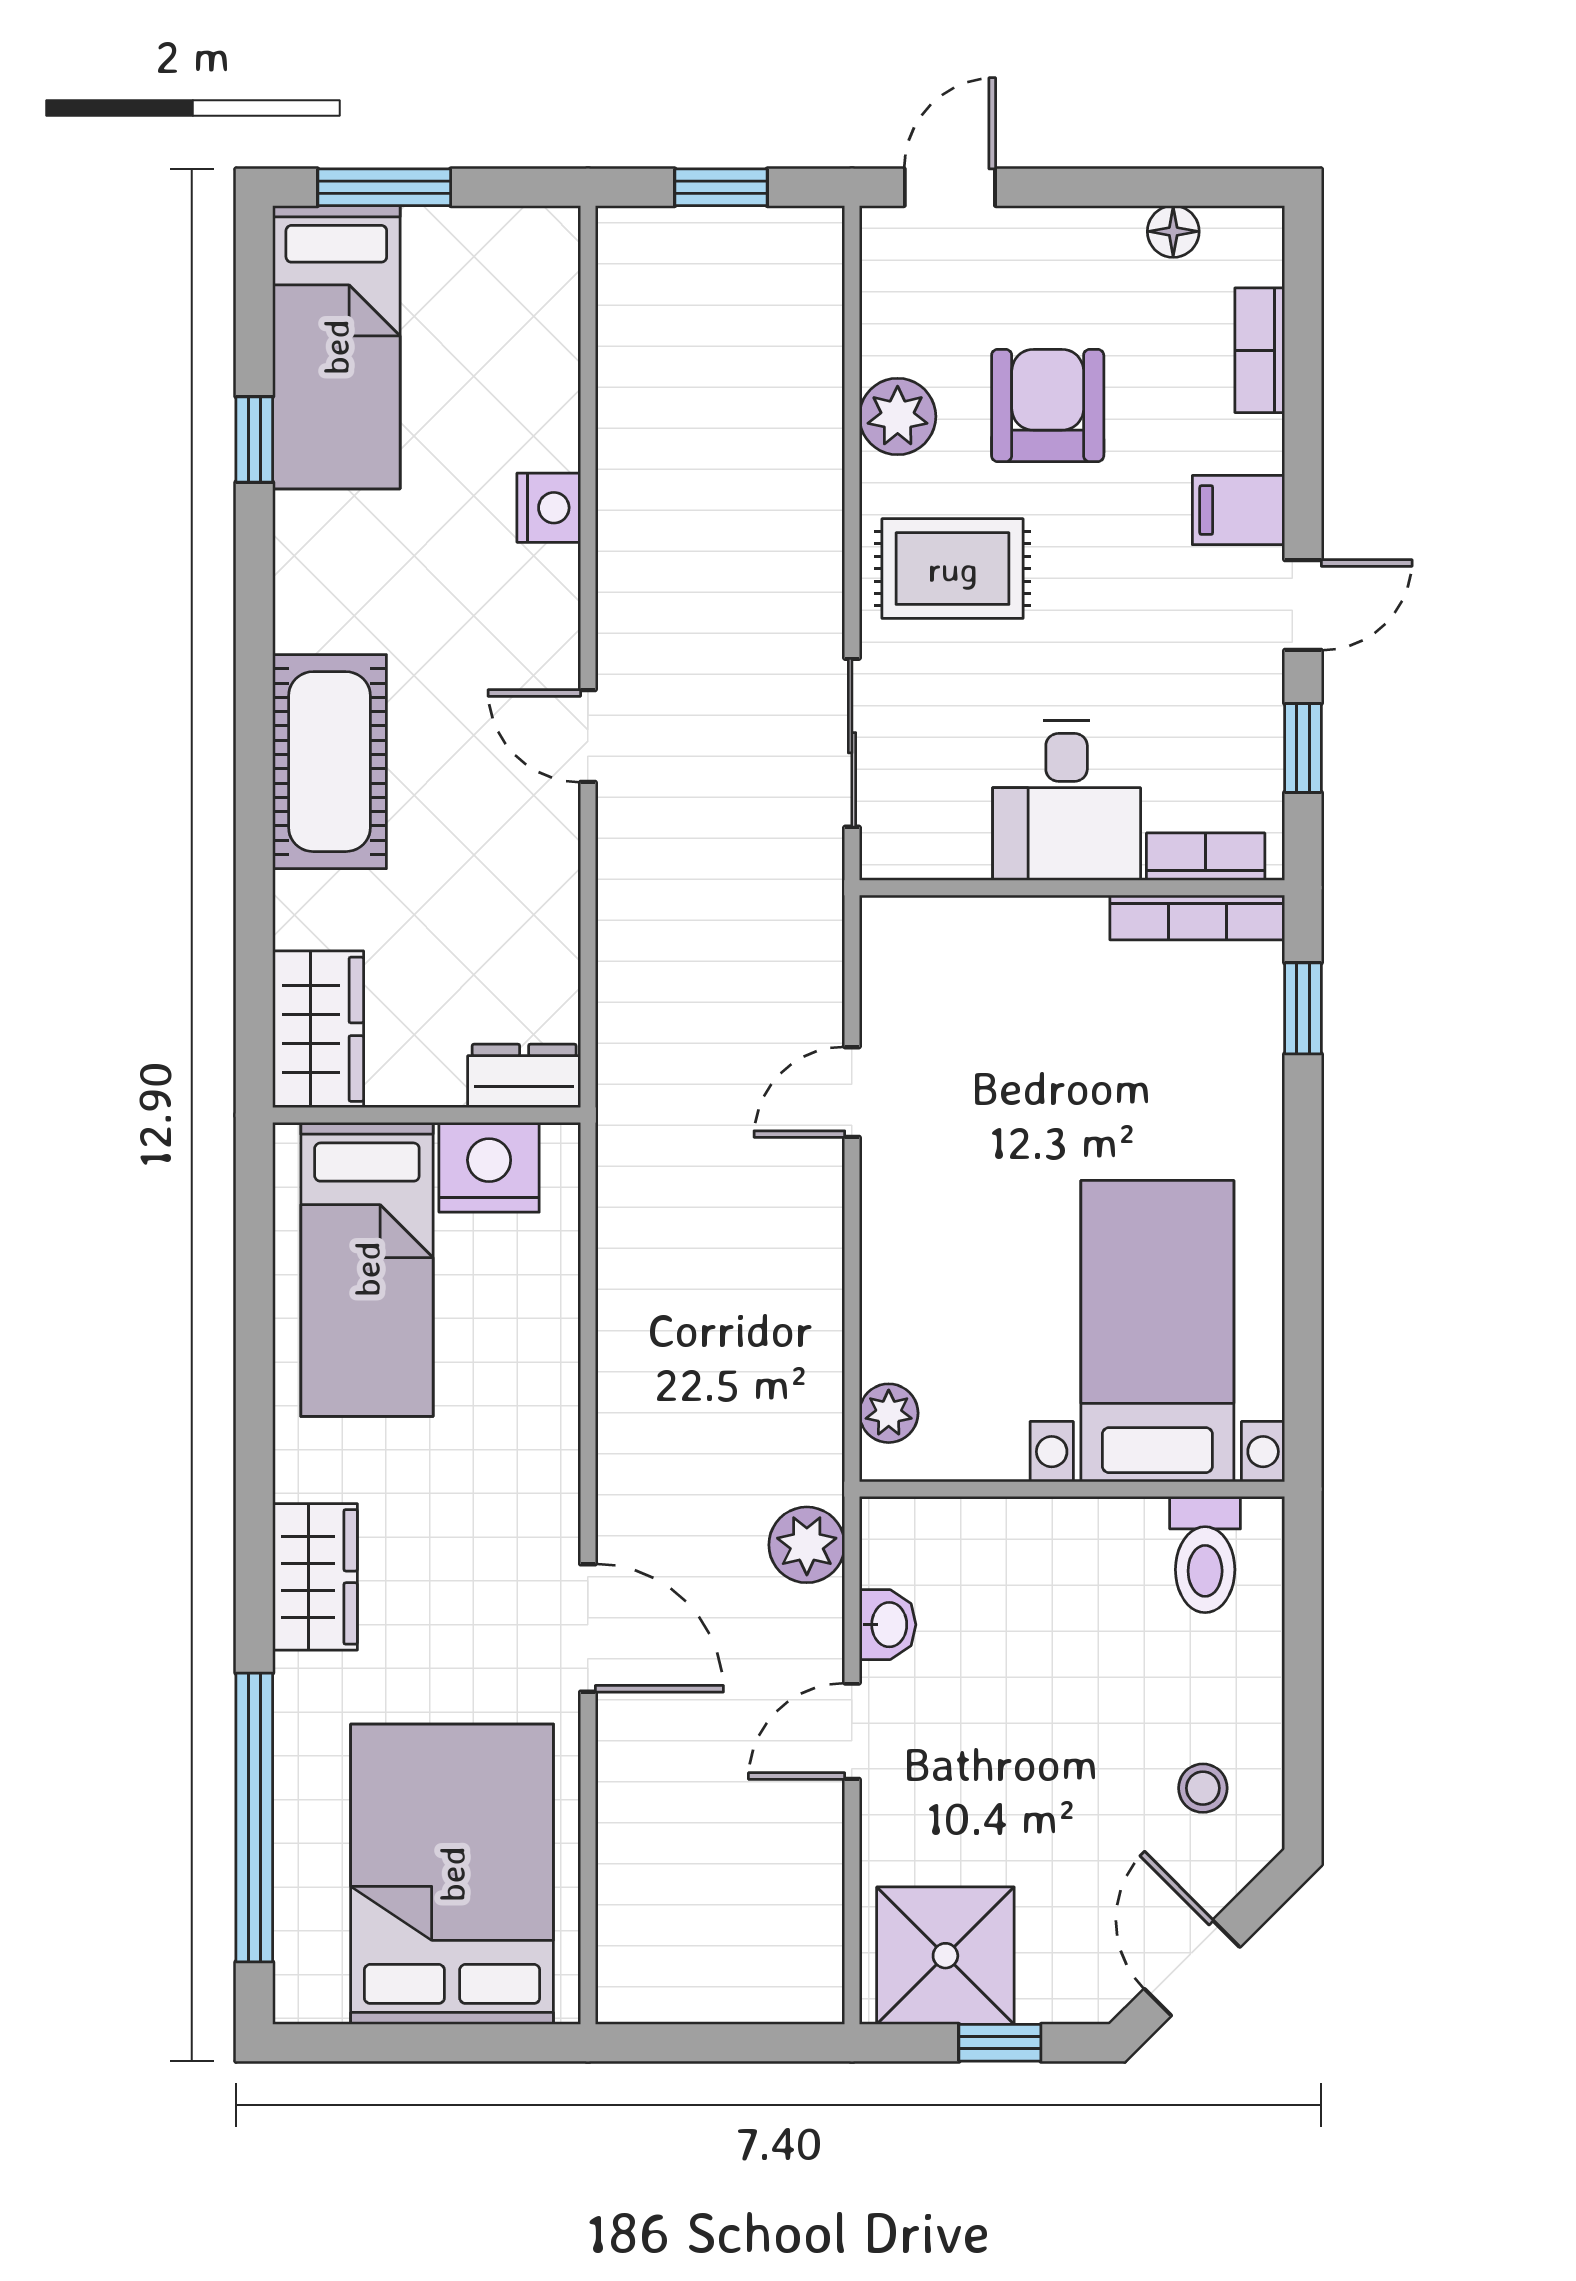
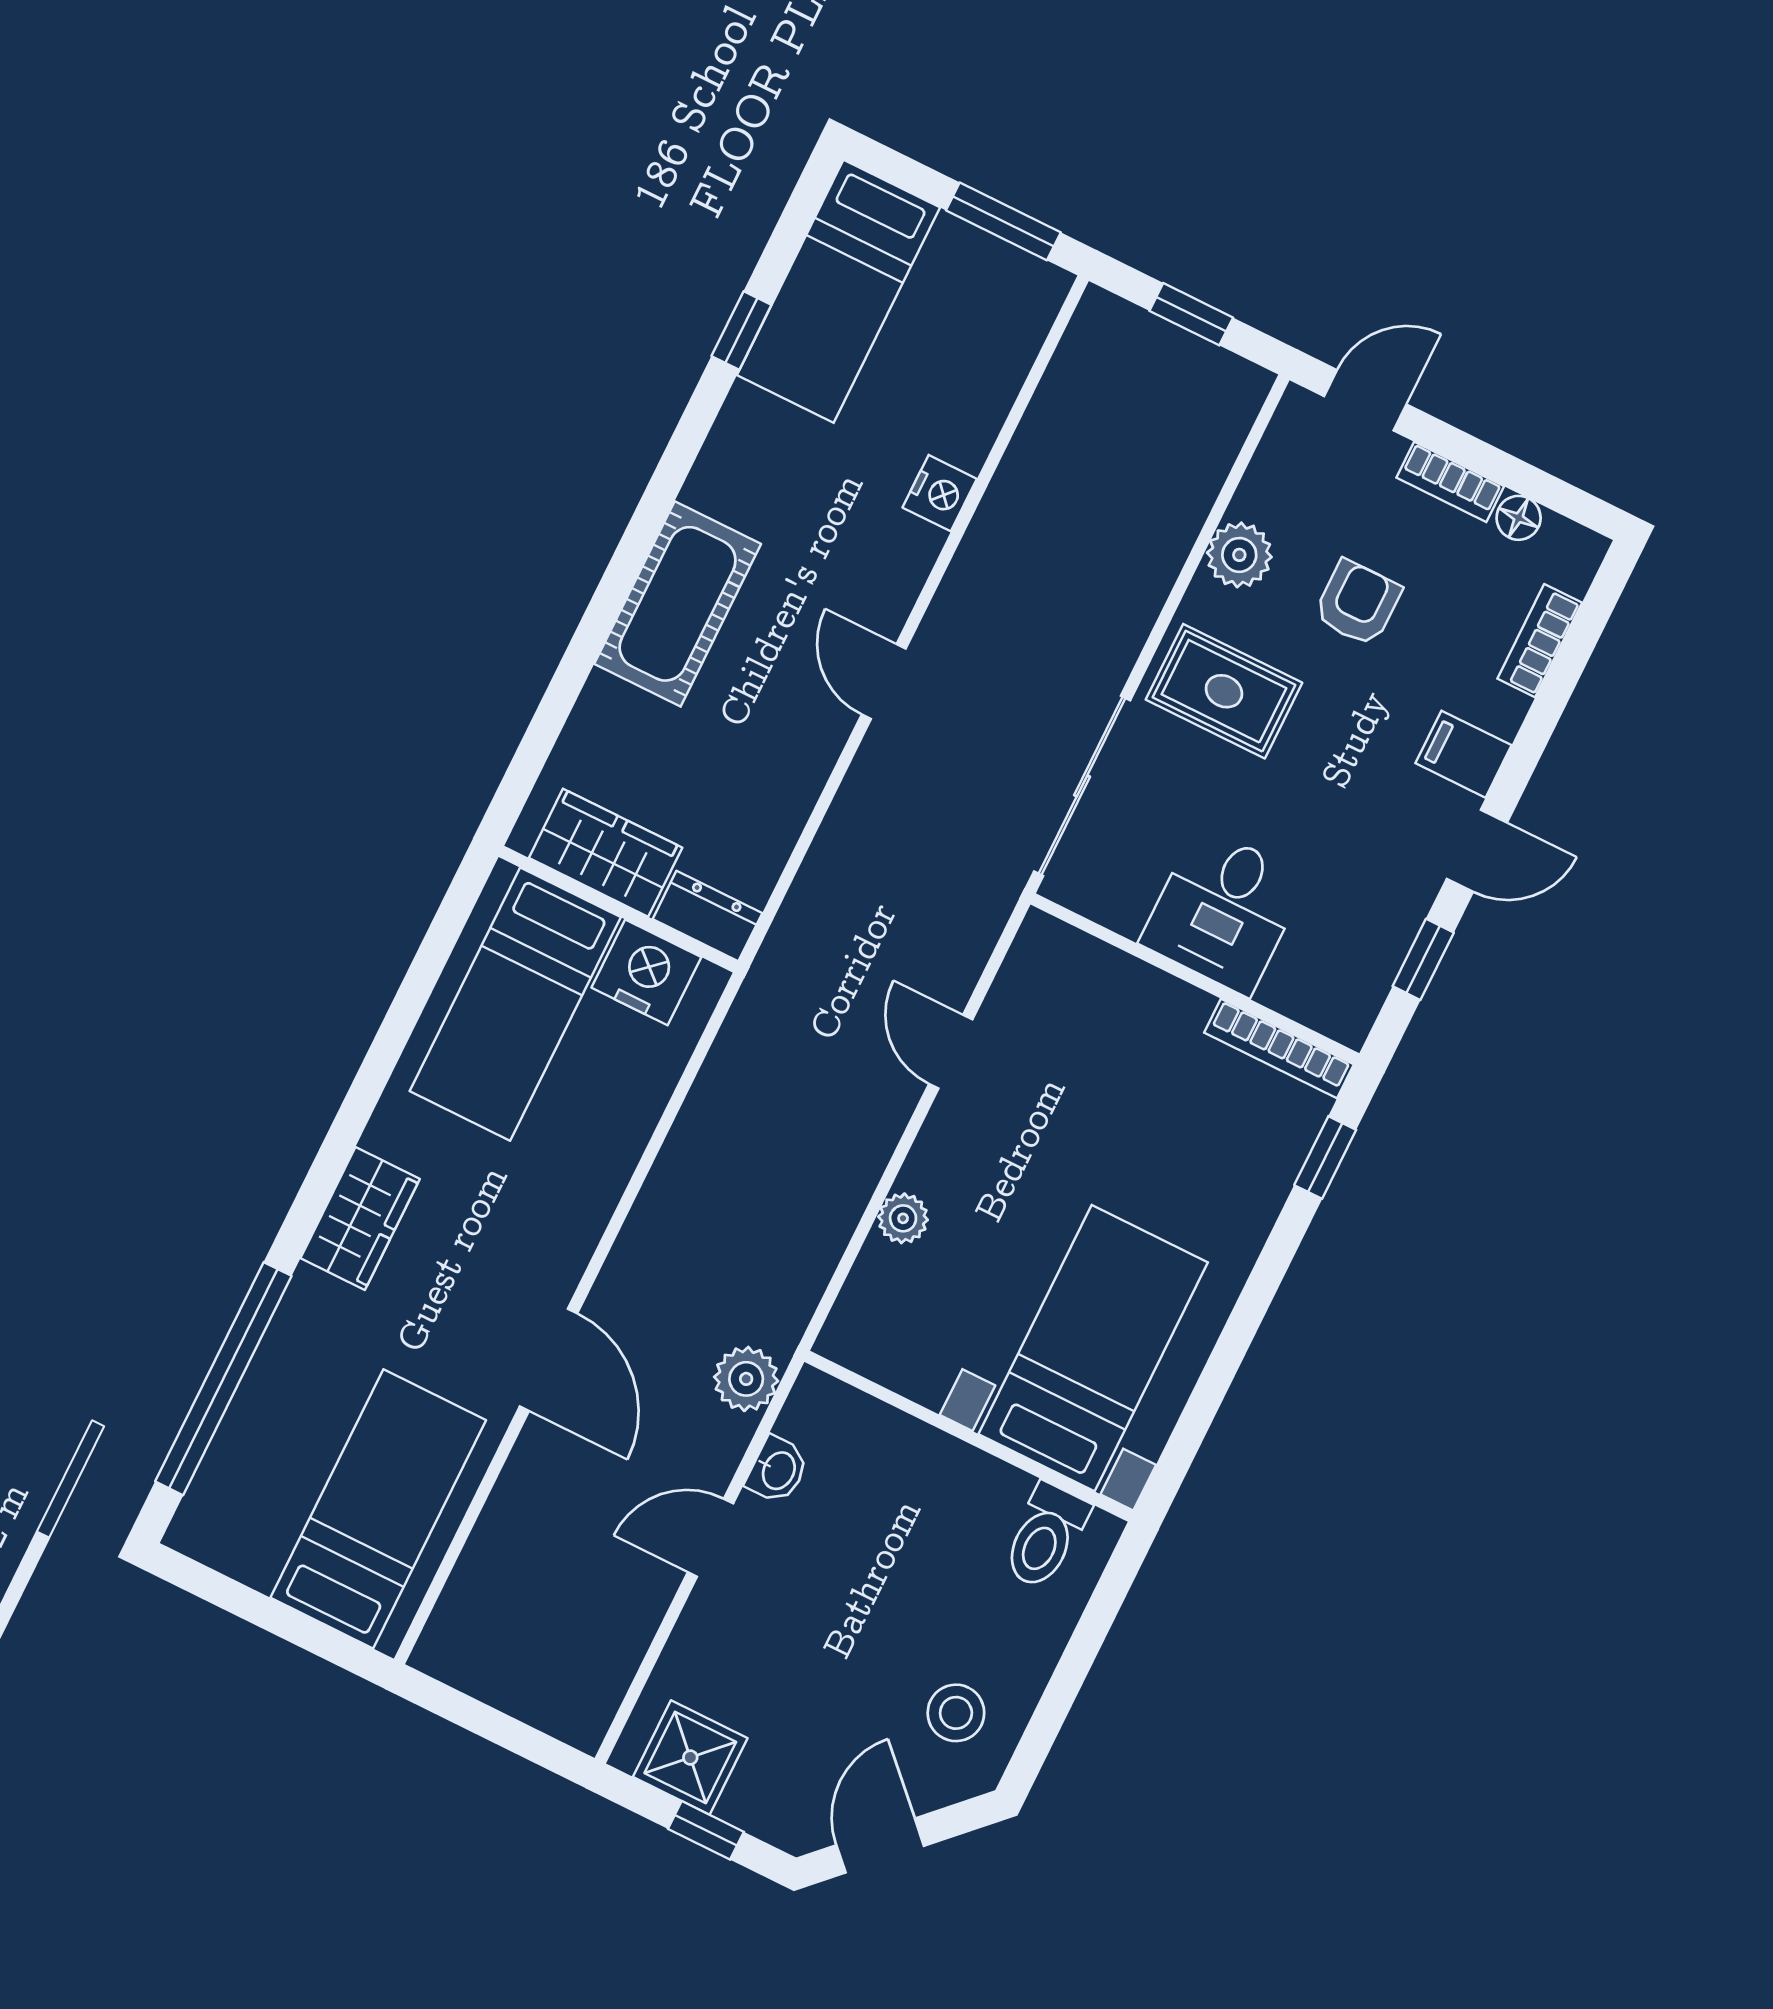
window: (384, 187) -> (1003, 221), moved
armchair: (1048, 405) -> (1358, 603), width x0.72, depth x0.72
sliding door: (852, 743) -> (1082, 786), width x1.37
bookcase: (1206, 857) -> (1450, 482), moved, turned 180
wardrobe: (318, 1029) -> (606, 853), moved, turned -90
door: (852, 1092) -> (951, 1052), hinge flipped
plant: (889, 1413) -> (903, 1218), moved
stool: (1203, 1788) -> (956, 1713), width x1.37, depth x1.37
bed: (452, 1874) -> (378, 1509), width x0.67
shower: (945, 1956) -> (690, 1758), width x0.73, depth x0.73

